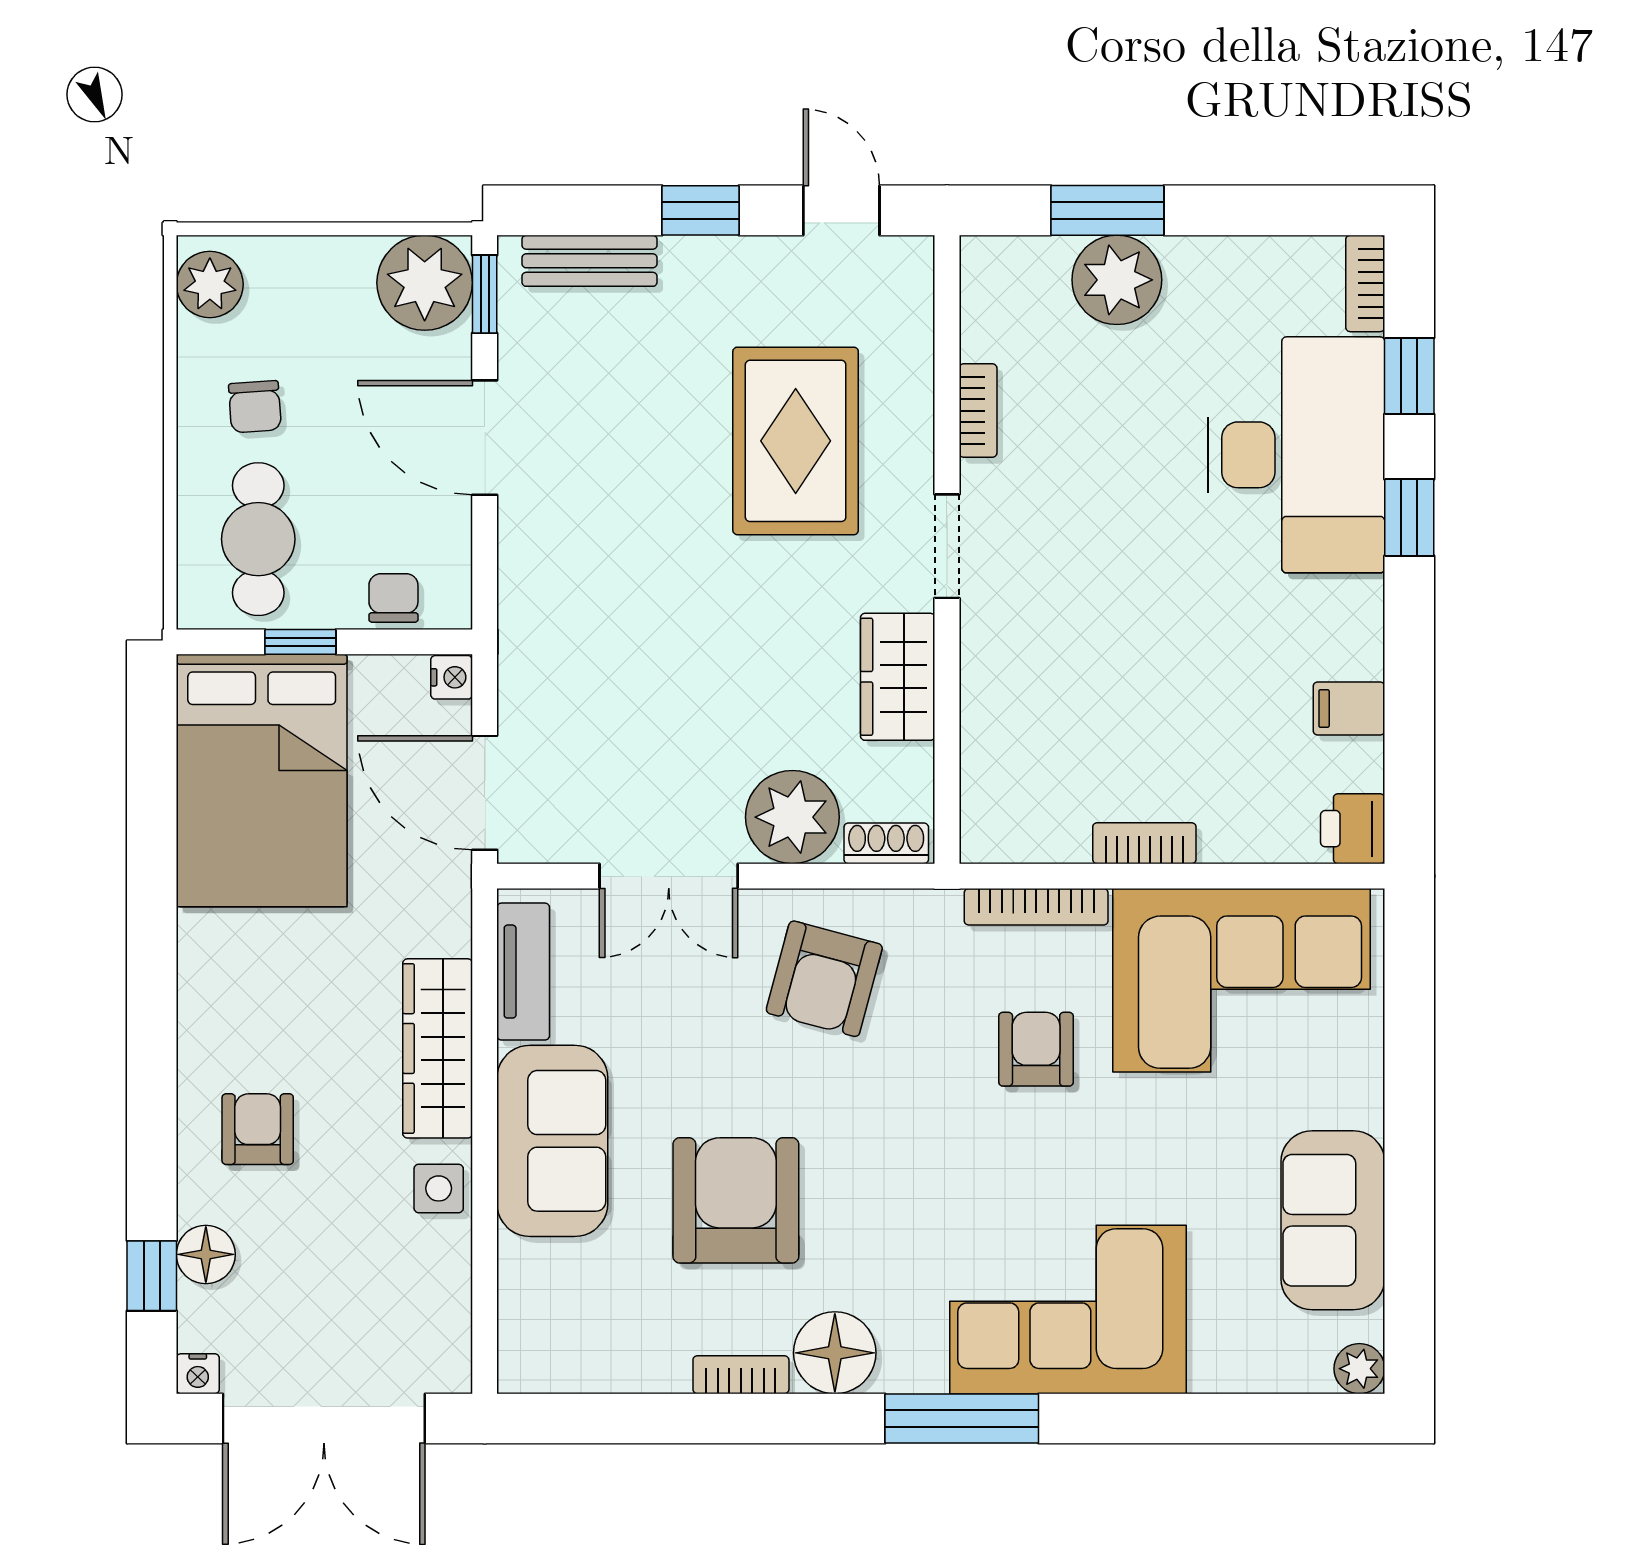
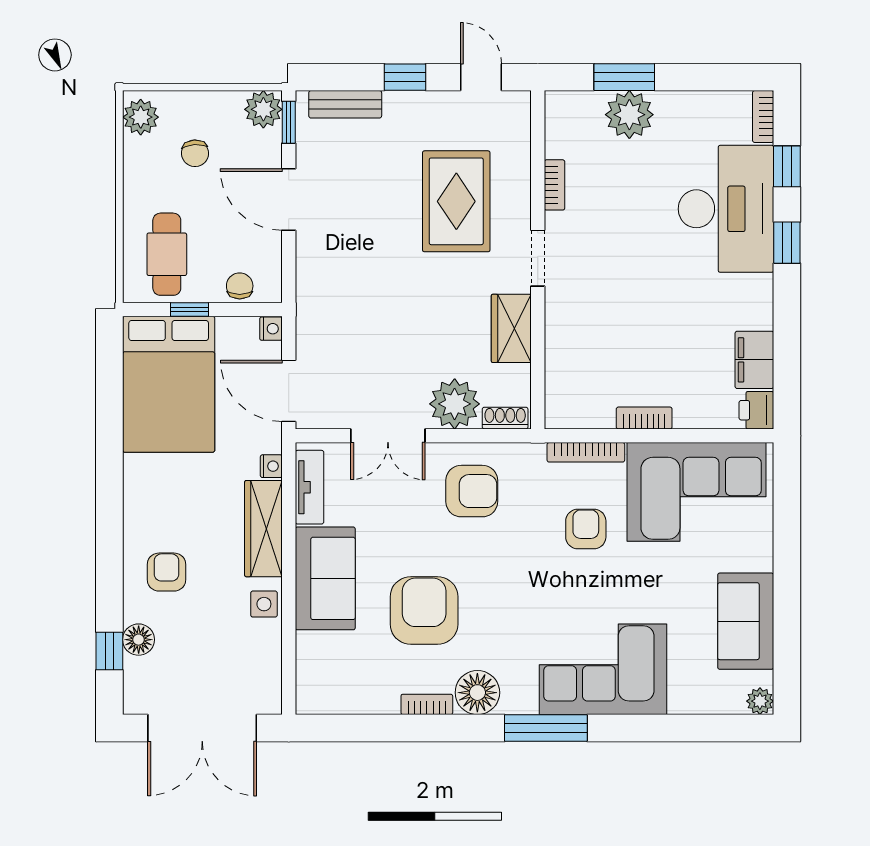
plant: (425, 283) -> (263, 109), width x0.73, depth x0.73
chair: (255, 407) -> (195, 153), moved
filing cabinet: (1349, 709) -> (754, 360), width x2.00
armchair: (824, 979) -> (472, 491), turned -105
nightstand: (198, 1374) -> (271, 466), moved, turned -90

